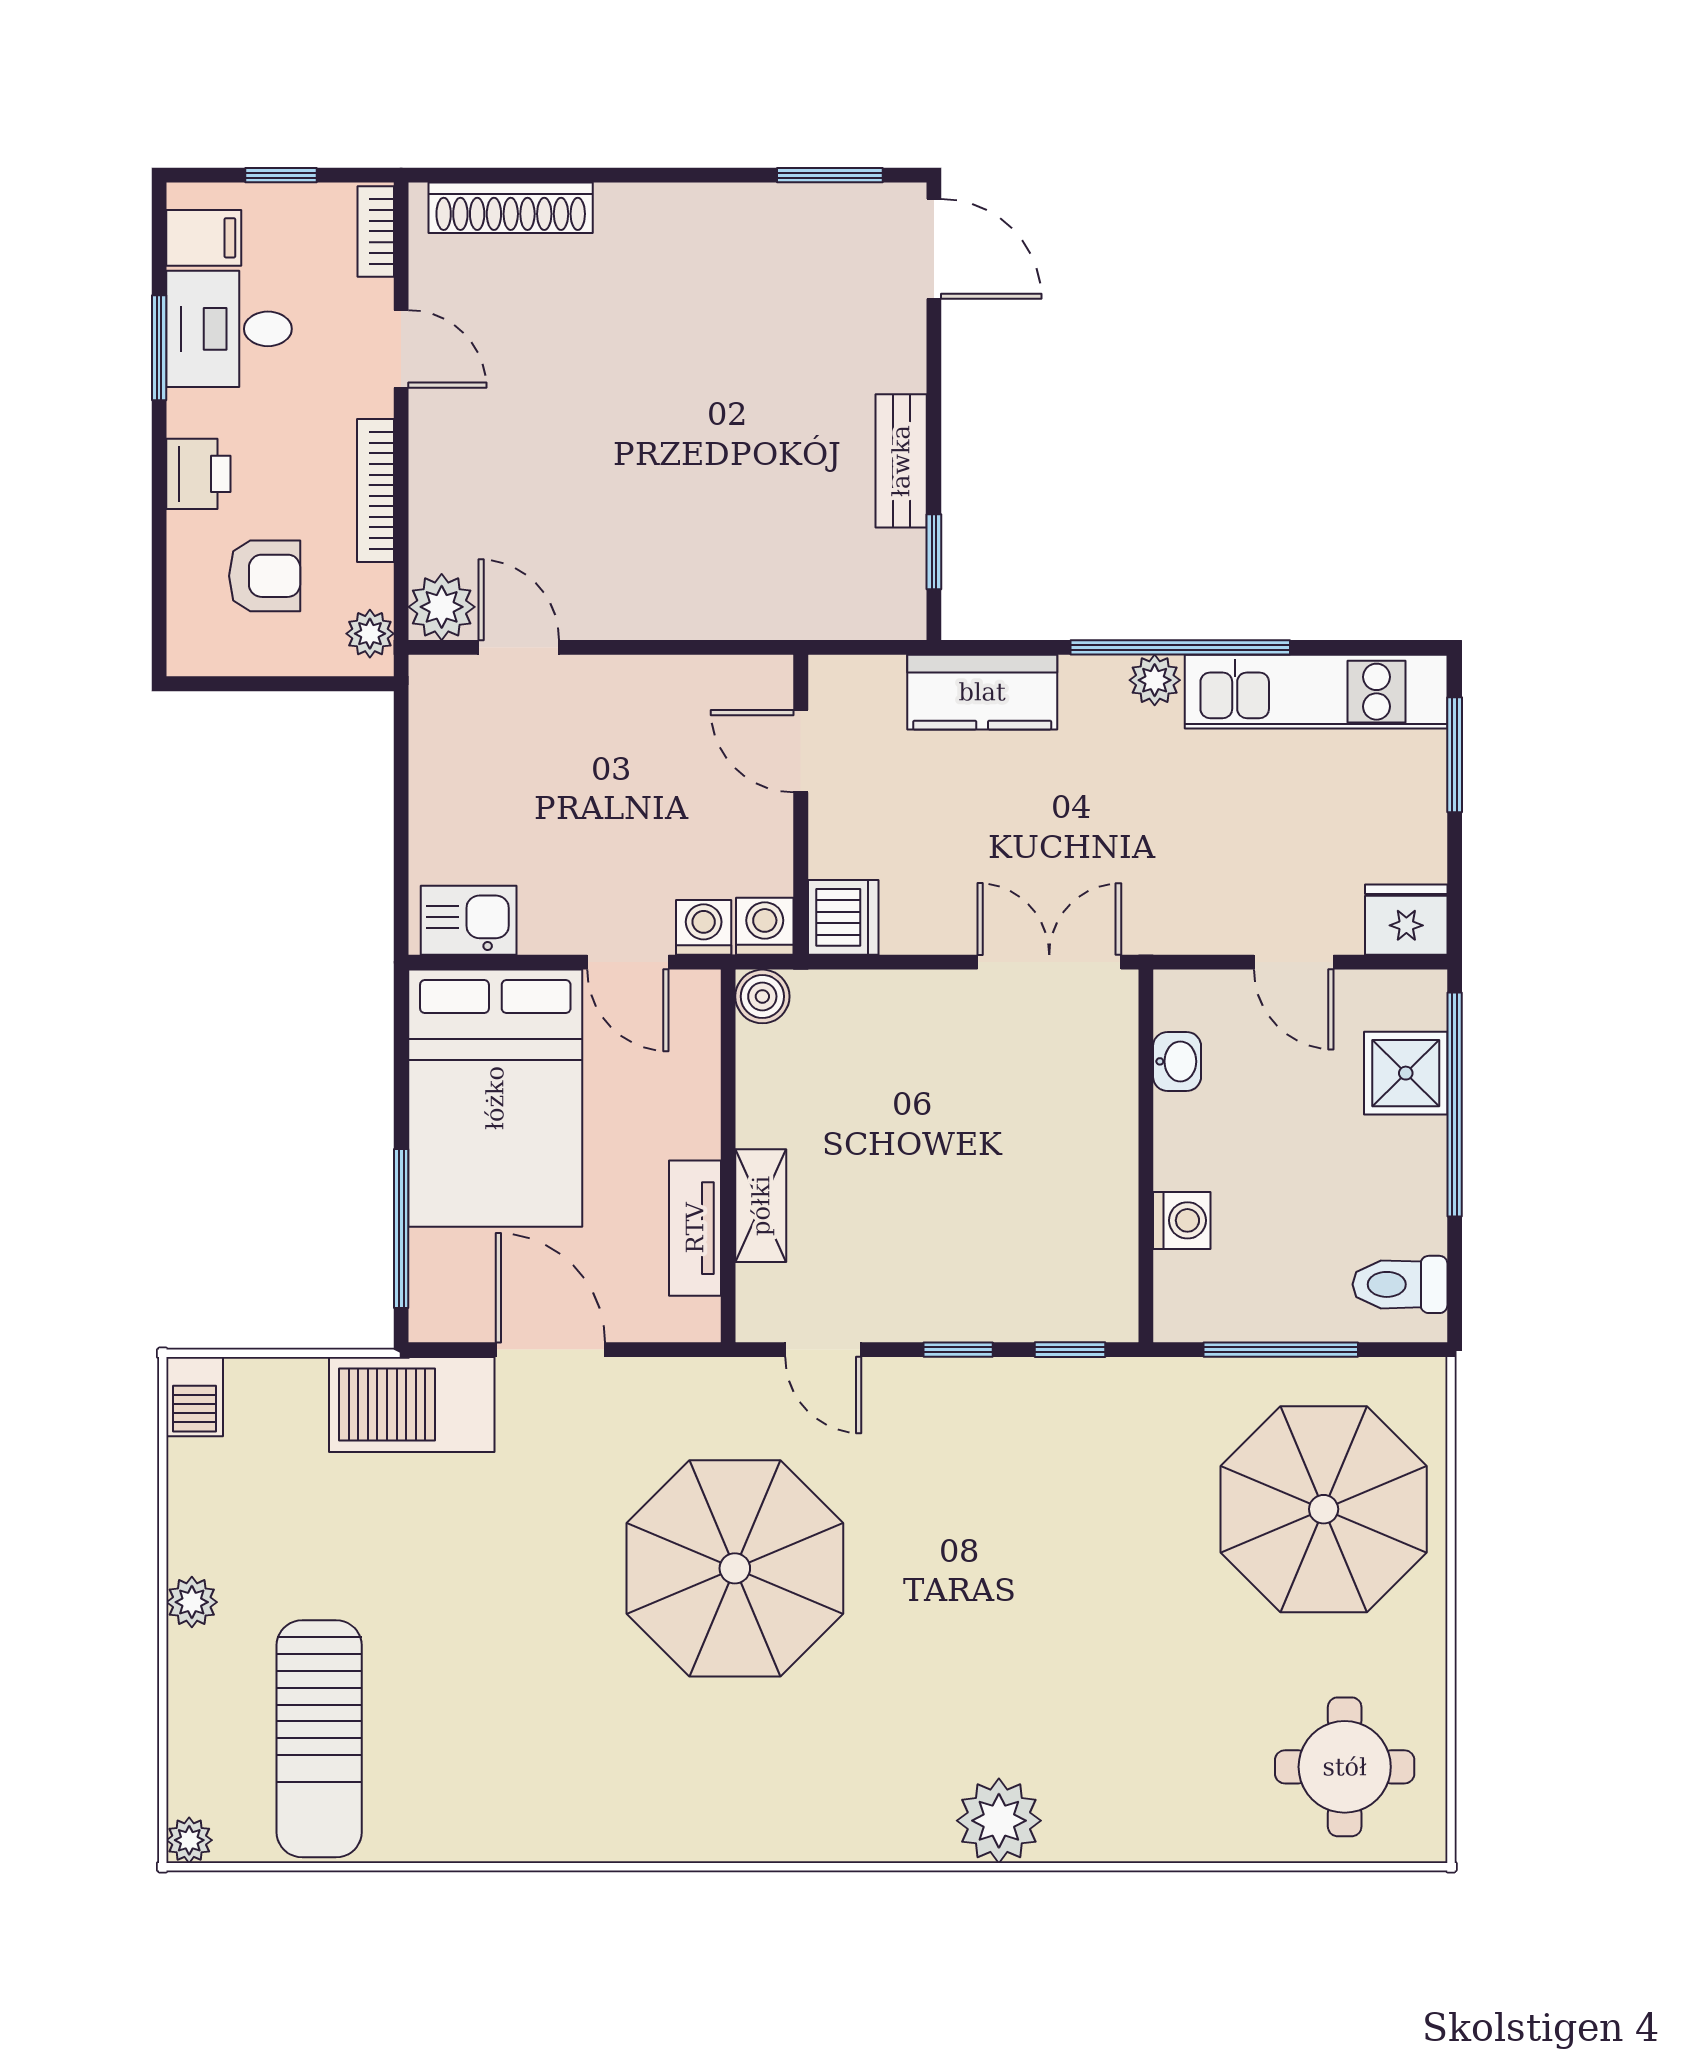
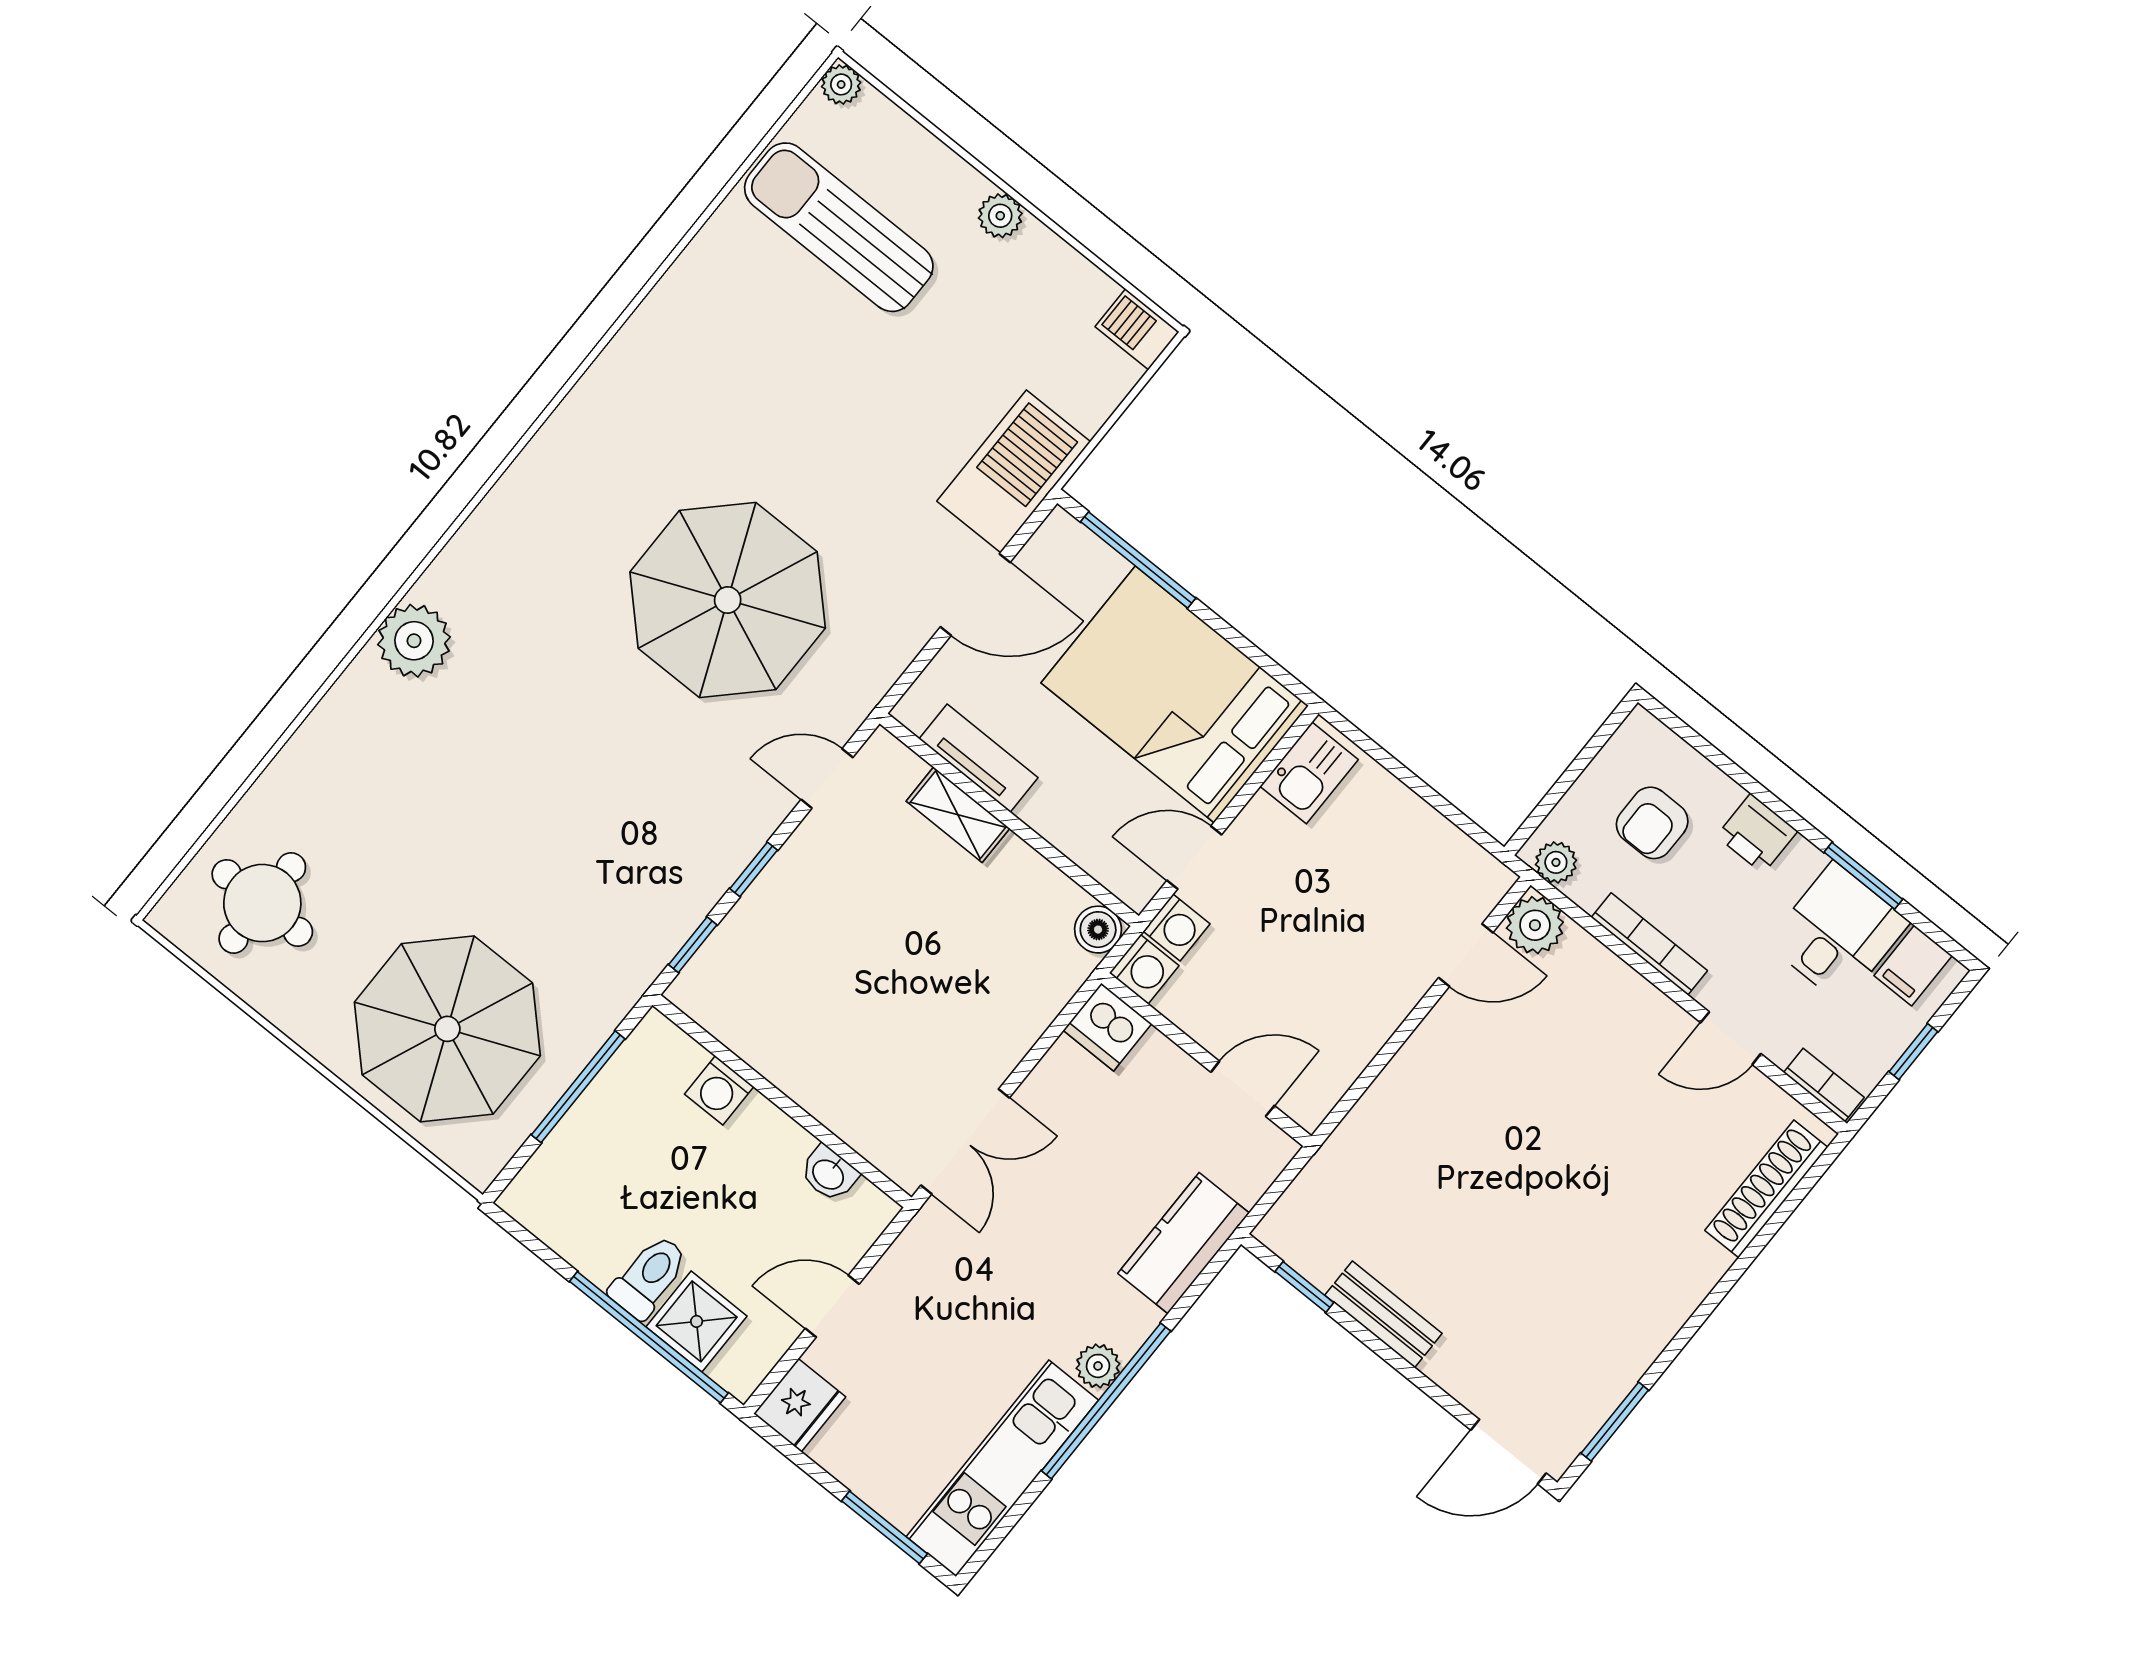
toilet: (1400, 1284) -> (649, 1277), moved

